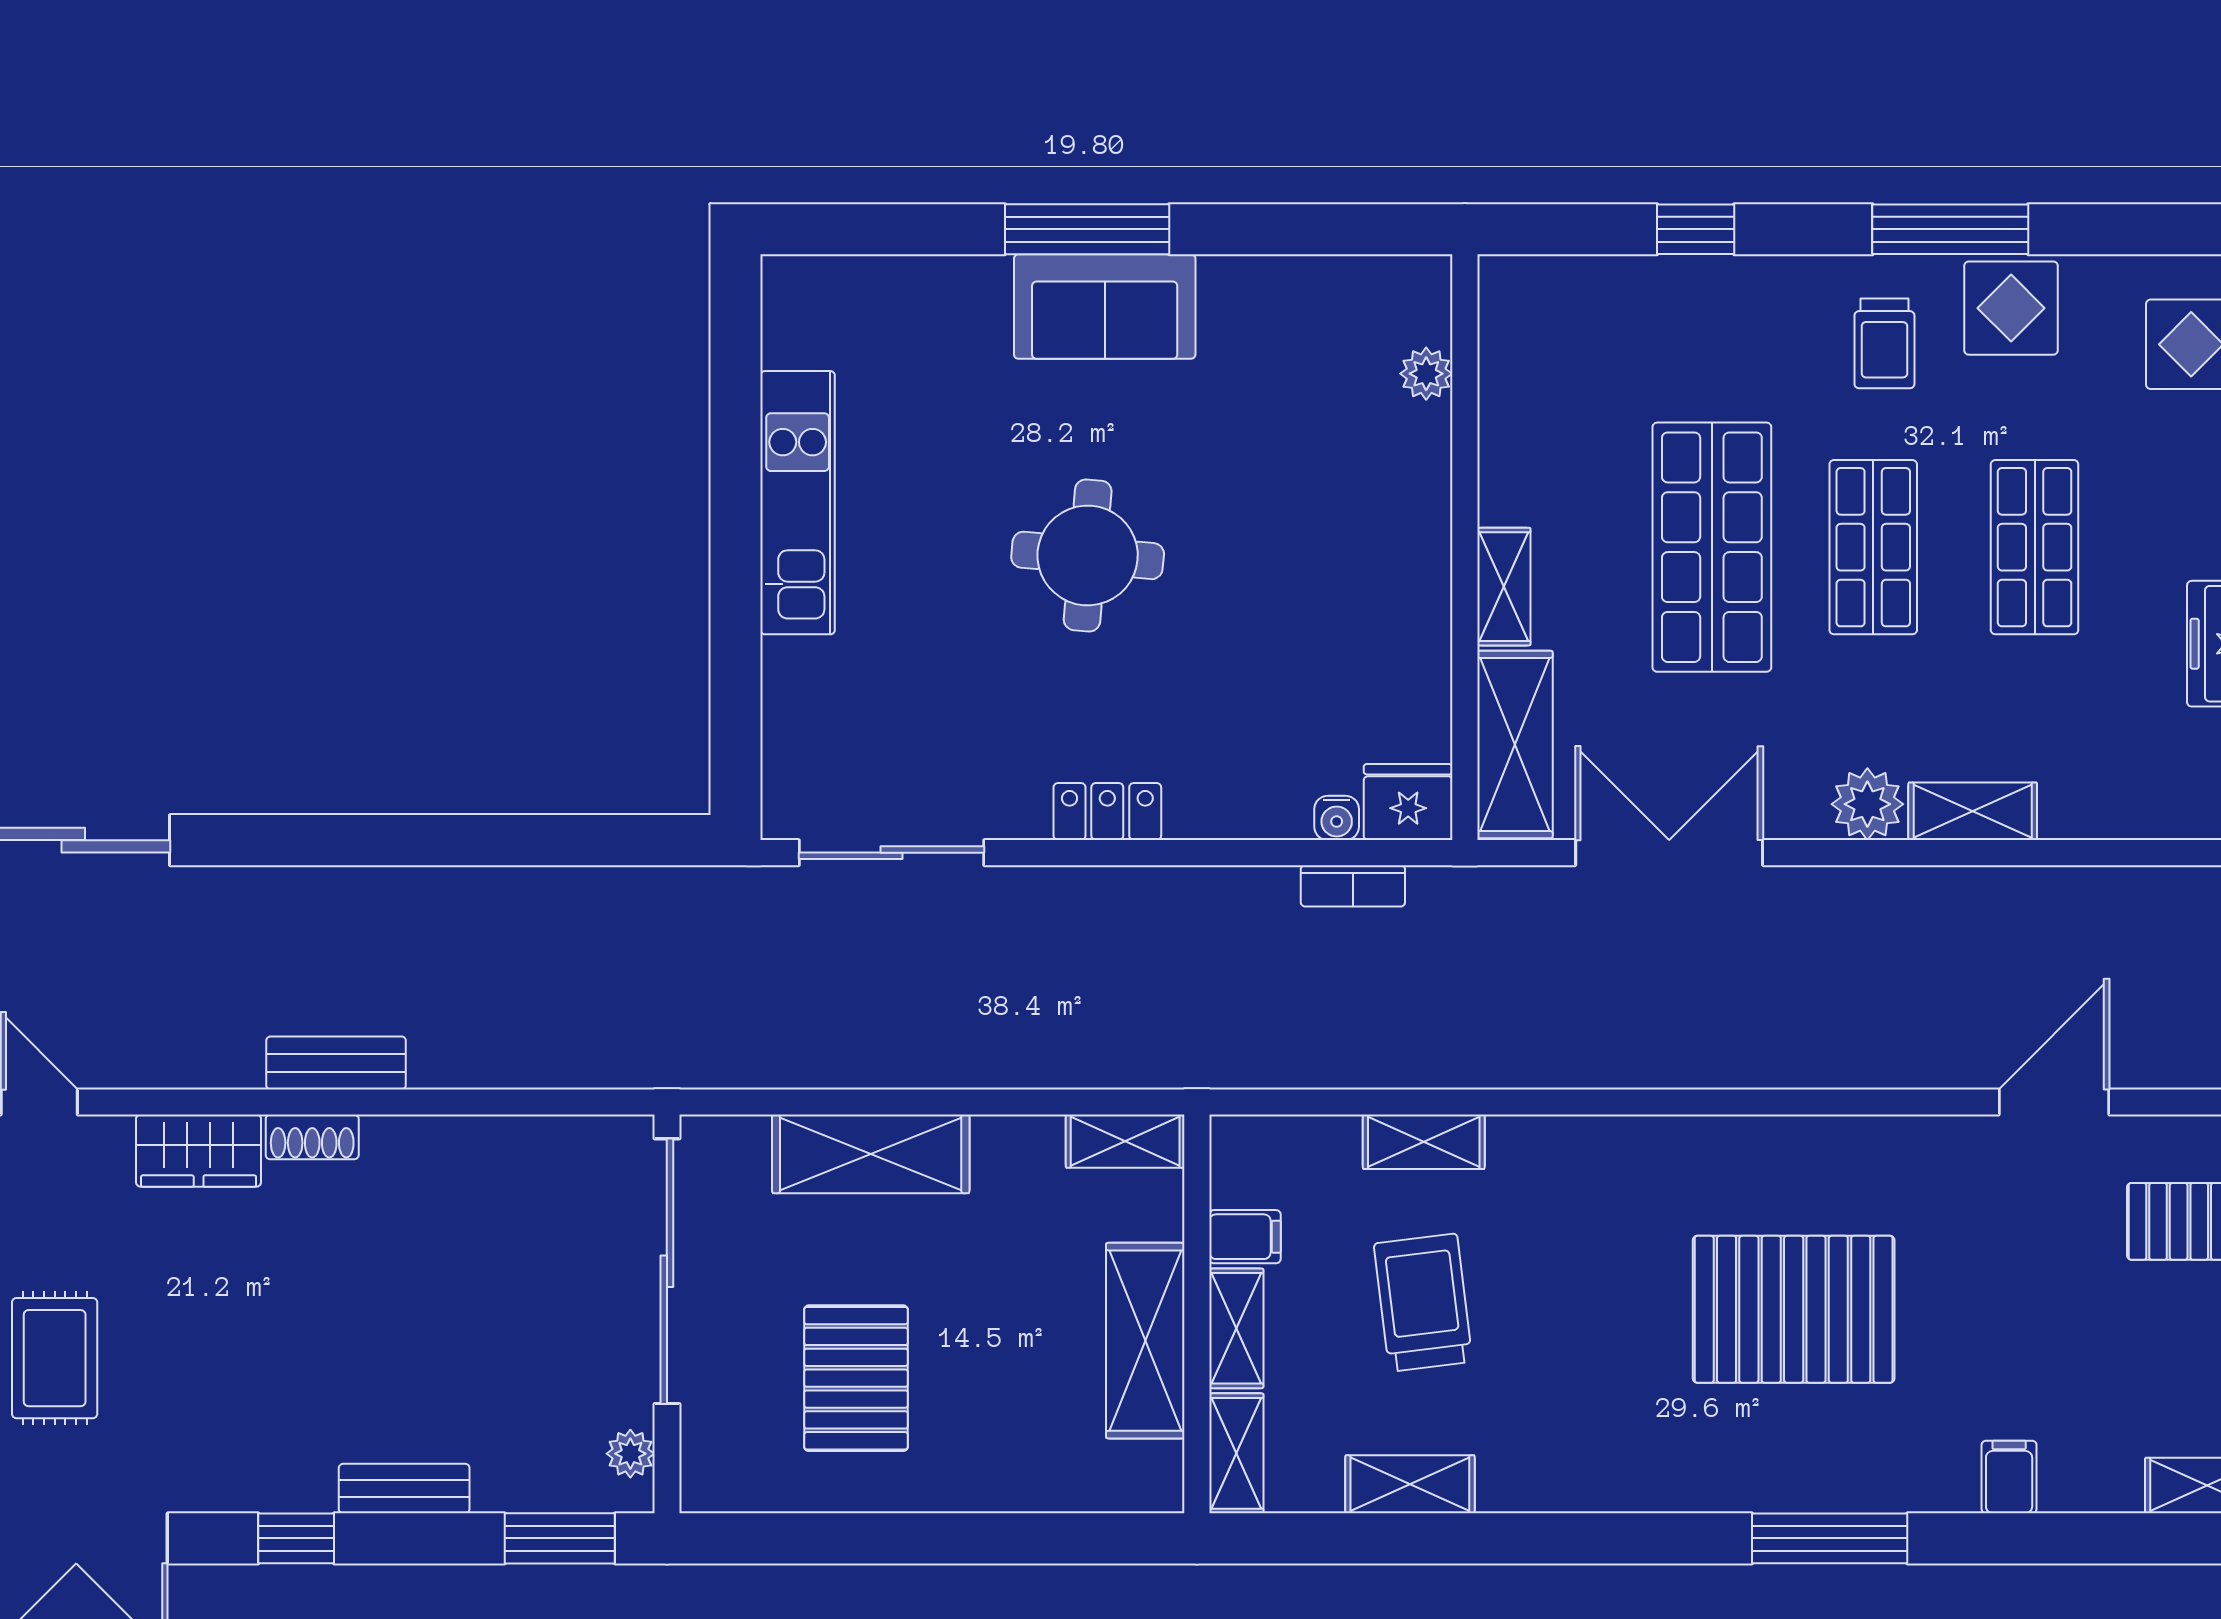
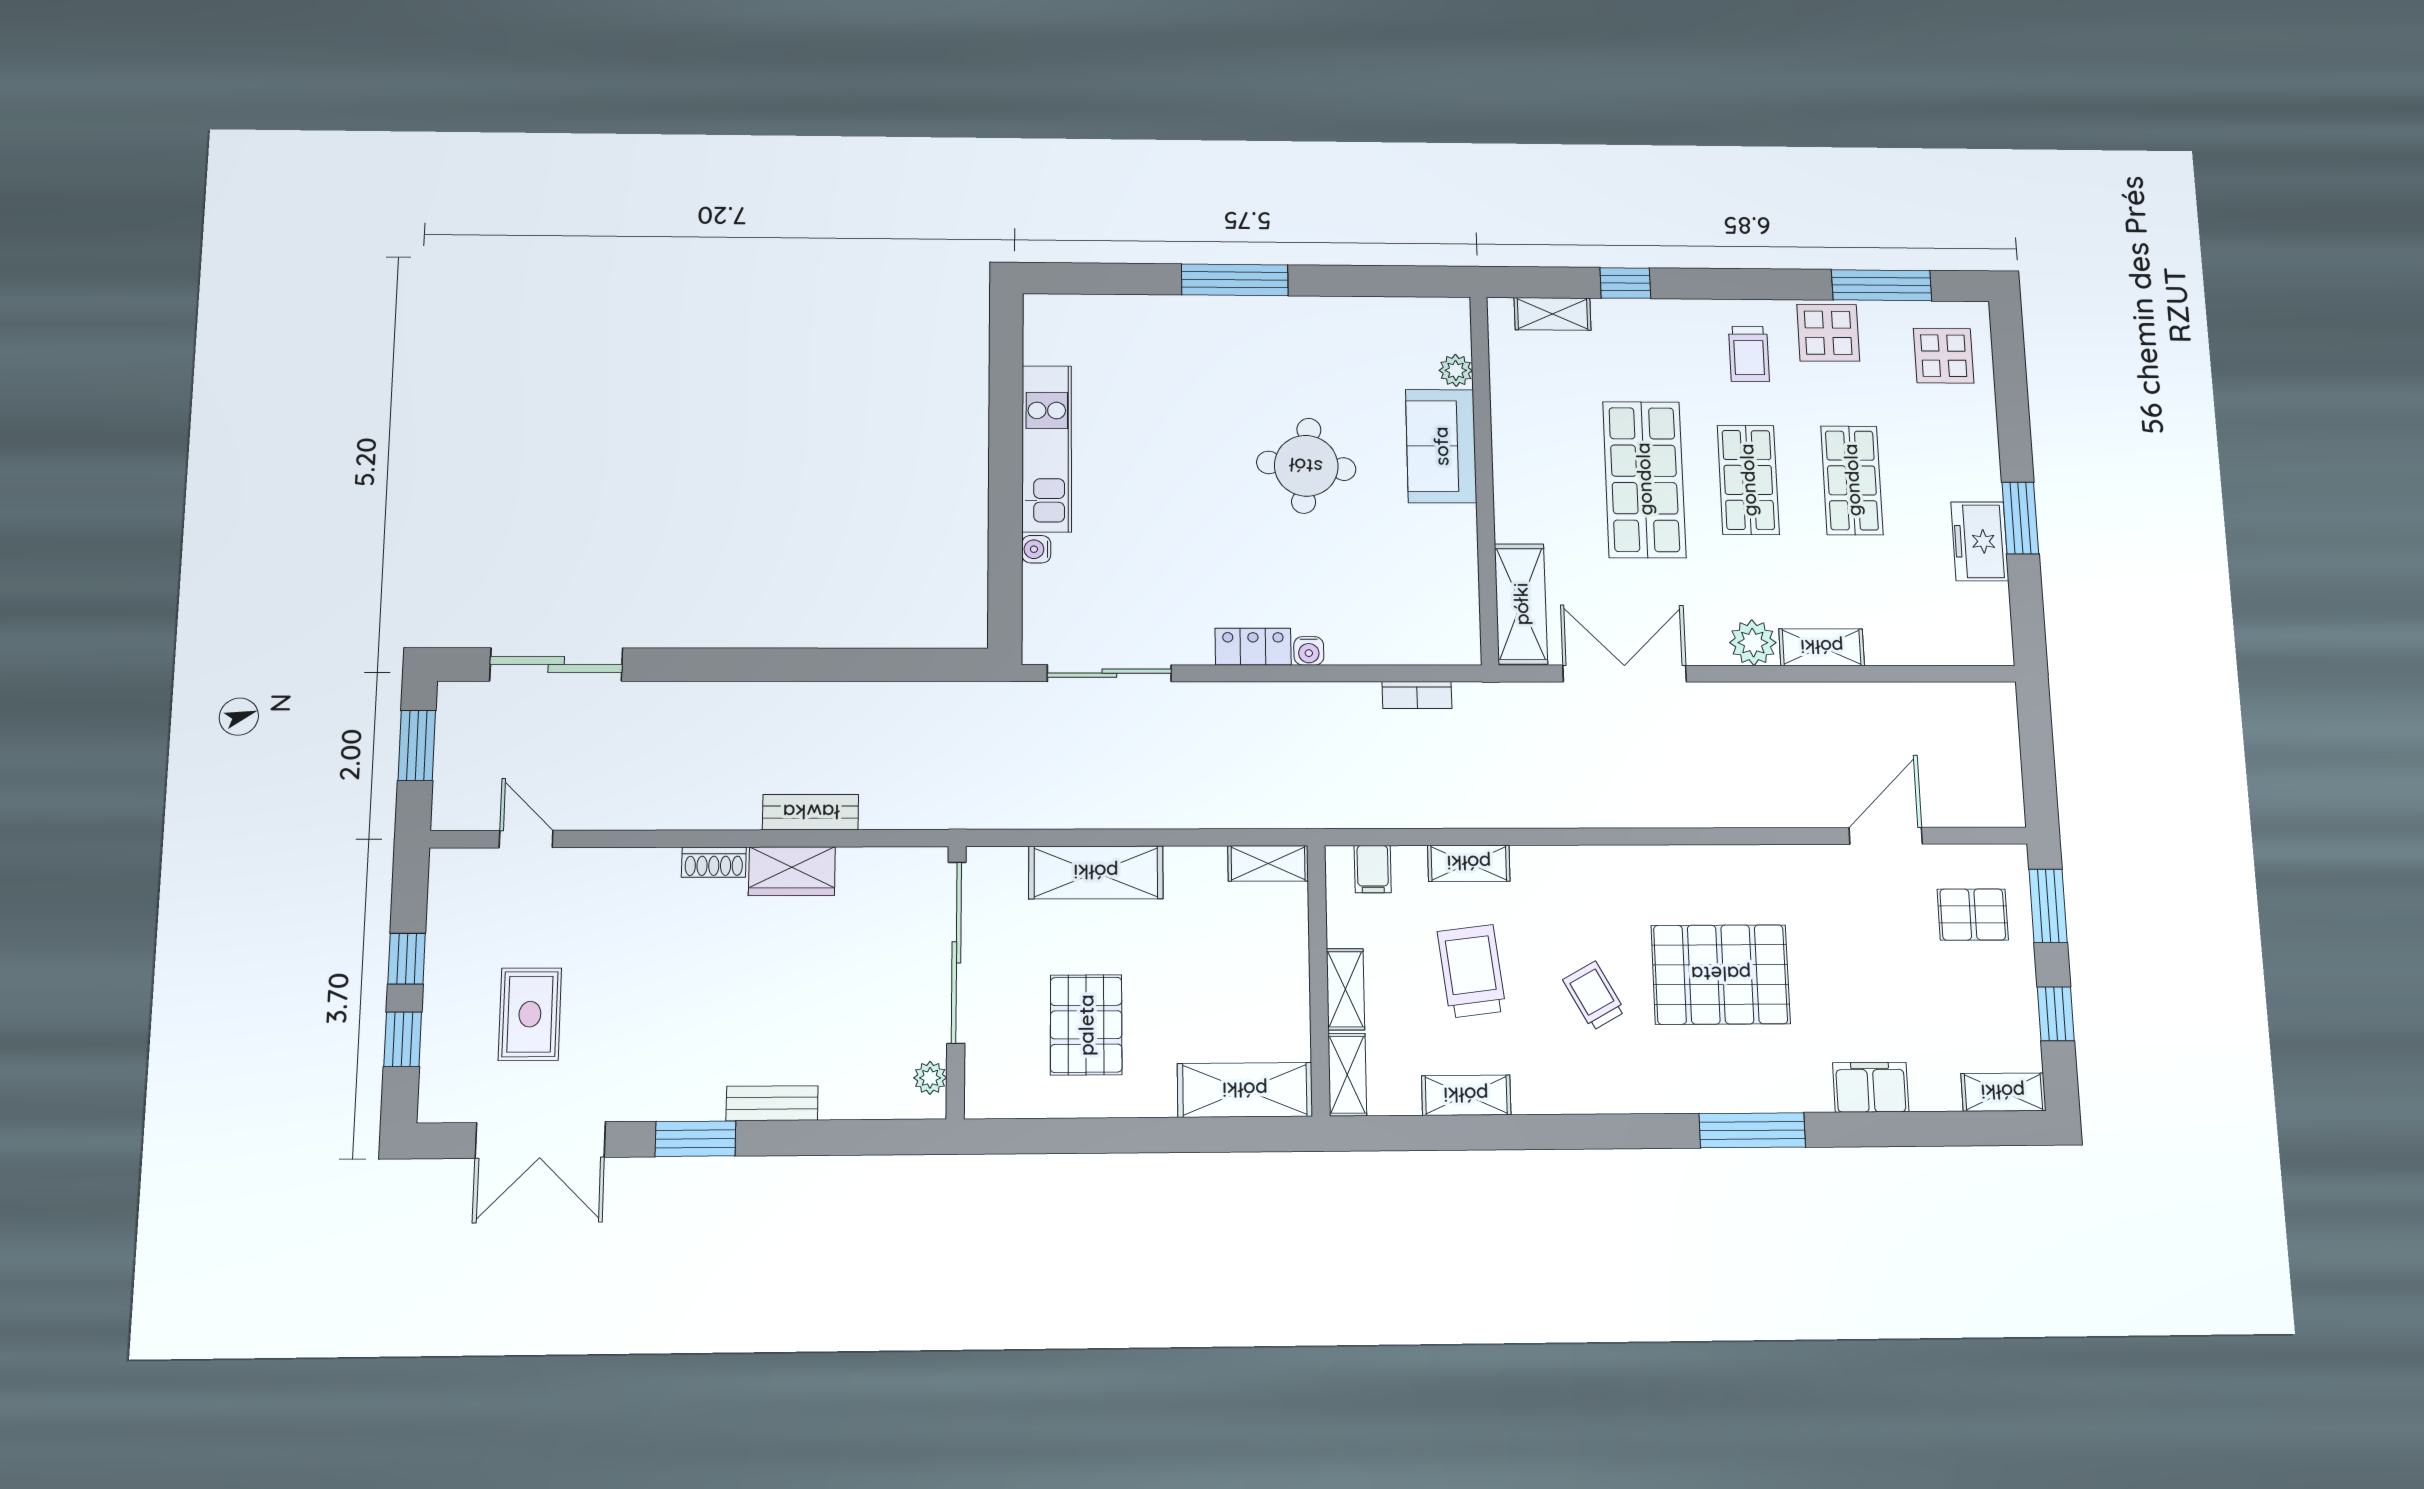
window: (1950, 229) -> (1882, 285), moved
sofa: (1105, 307) -> (1441, 446), moved, turned 90
round table: (1088, 555) -> (1306, 466), moved
shelving: (1504, 587) -> (1553, 314), moved, turned 90
water cooler: (782, 661) -> (1036, 549), added
fridge: (1408, 802) -> (1452, 641), removed
water cooler: (1337, 818) -> (1309, 651), moved
bench: (336, 1063) -> (811, 812), moved
wardrobe: (199, 1151) -> (792, 871), moved
filing cabinet: (1245, 1237) -> (1373, 869), moved, turned 90
trolley: (1604, 1340) -> (1594, 996), added
shelving: (1145, 1341) -> (1245, 1090), moved, turned 90
filing cabinet: (2009, 1477) -> (1871, 1087), width x2.00
window: (296, 1538) -> (695, 1139), width x1.50
window: (560, 1538) -> (880, 1137), removed

